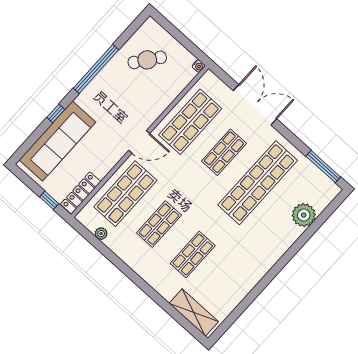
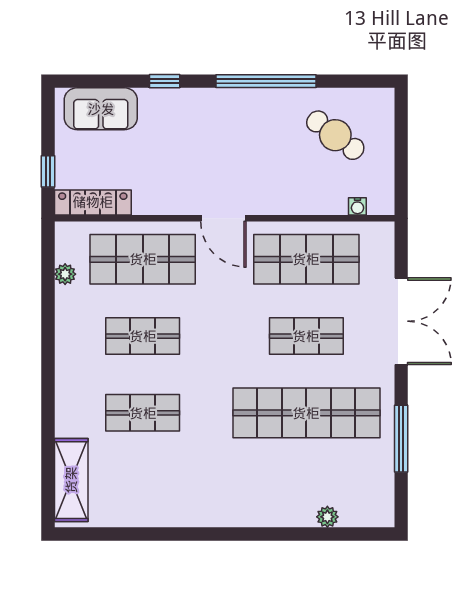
water cooler: (198, 66) -> (357, 206), moved
sofa: (57, 141) -> (101, 109), width x0.54, depth x0.79
window: (323, 166) -> (401, 439), moved
plant: (304, 215) -> (327, 517), width x0.53, depth x0.53

